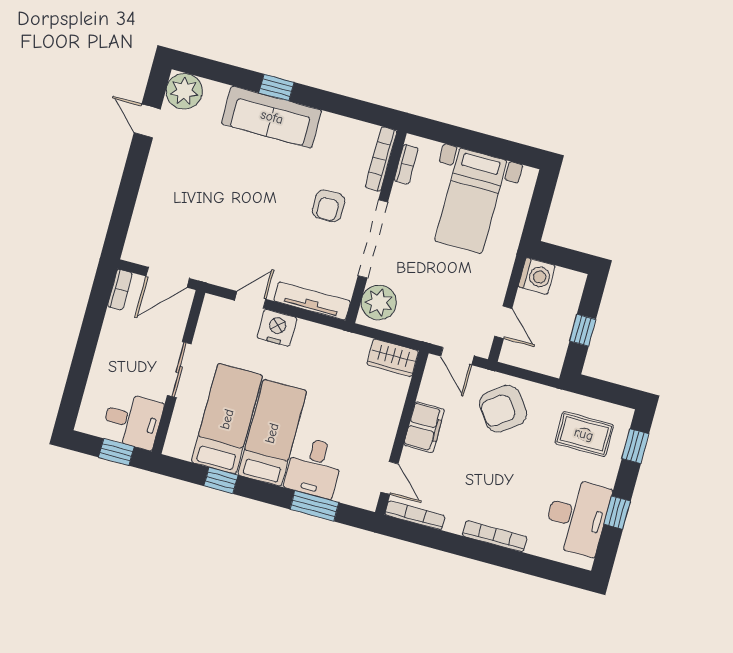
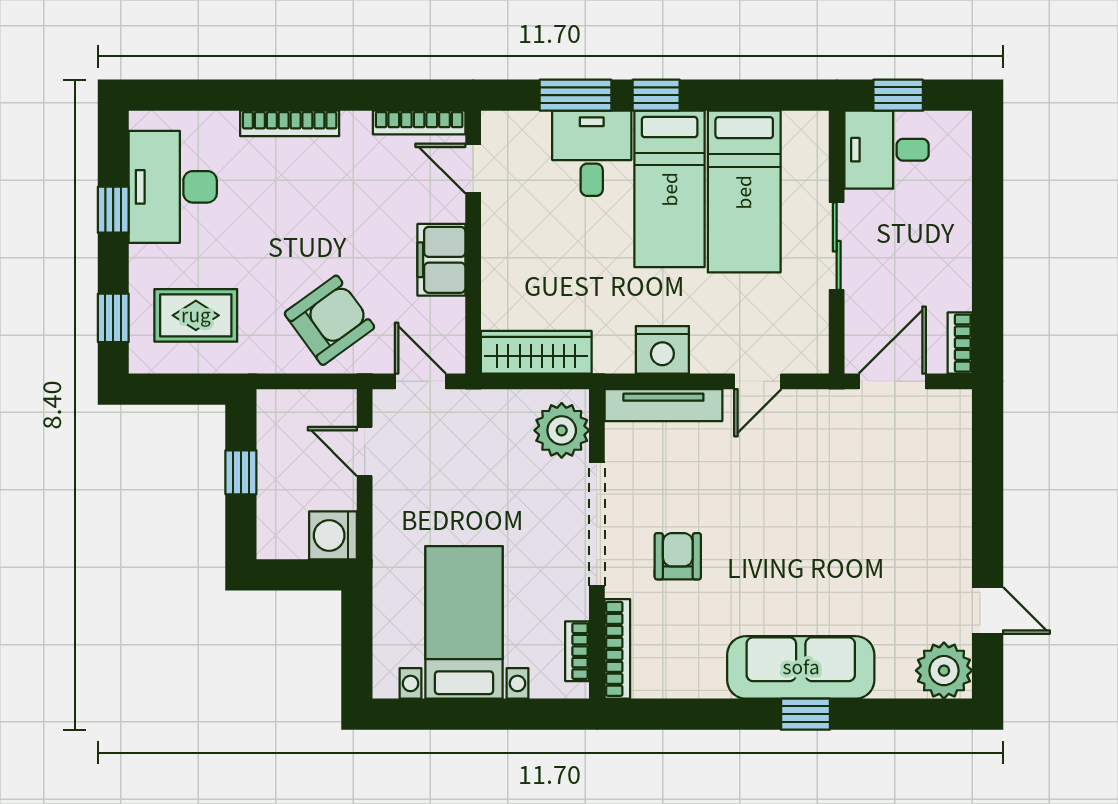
nightstand: (277, 328) -> (662, 350), moved
wardrobe: (393, 358) -> (536, 352), width x1.50
window: (221, 480) -> (656, 95), moved

